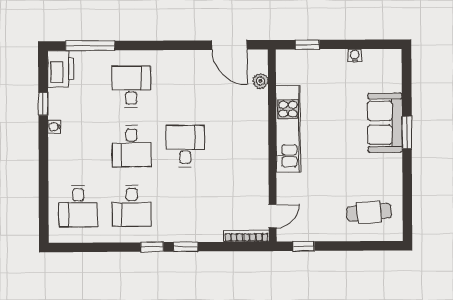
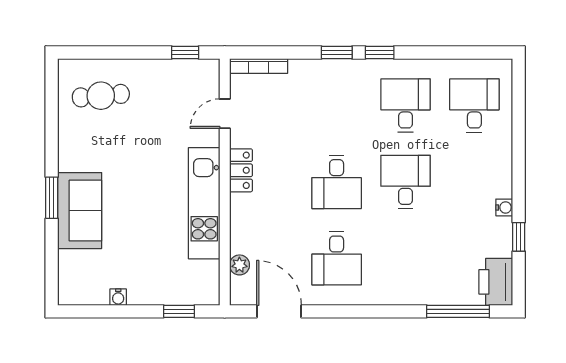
desk: (131, 87) -> (337, 258), moved
locker: (260, 155) -> (241, 170), added
door: (273, 216) -> (225, 114), moved

